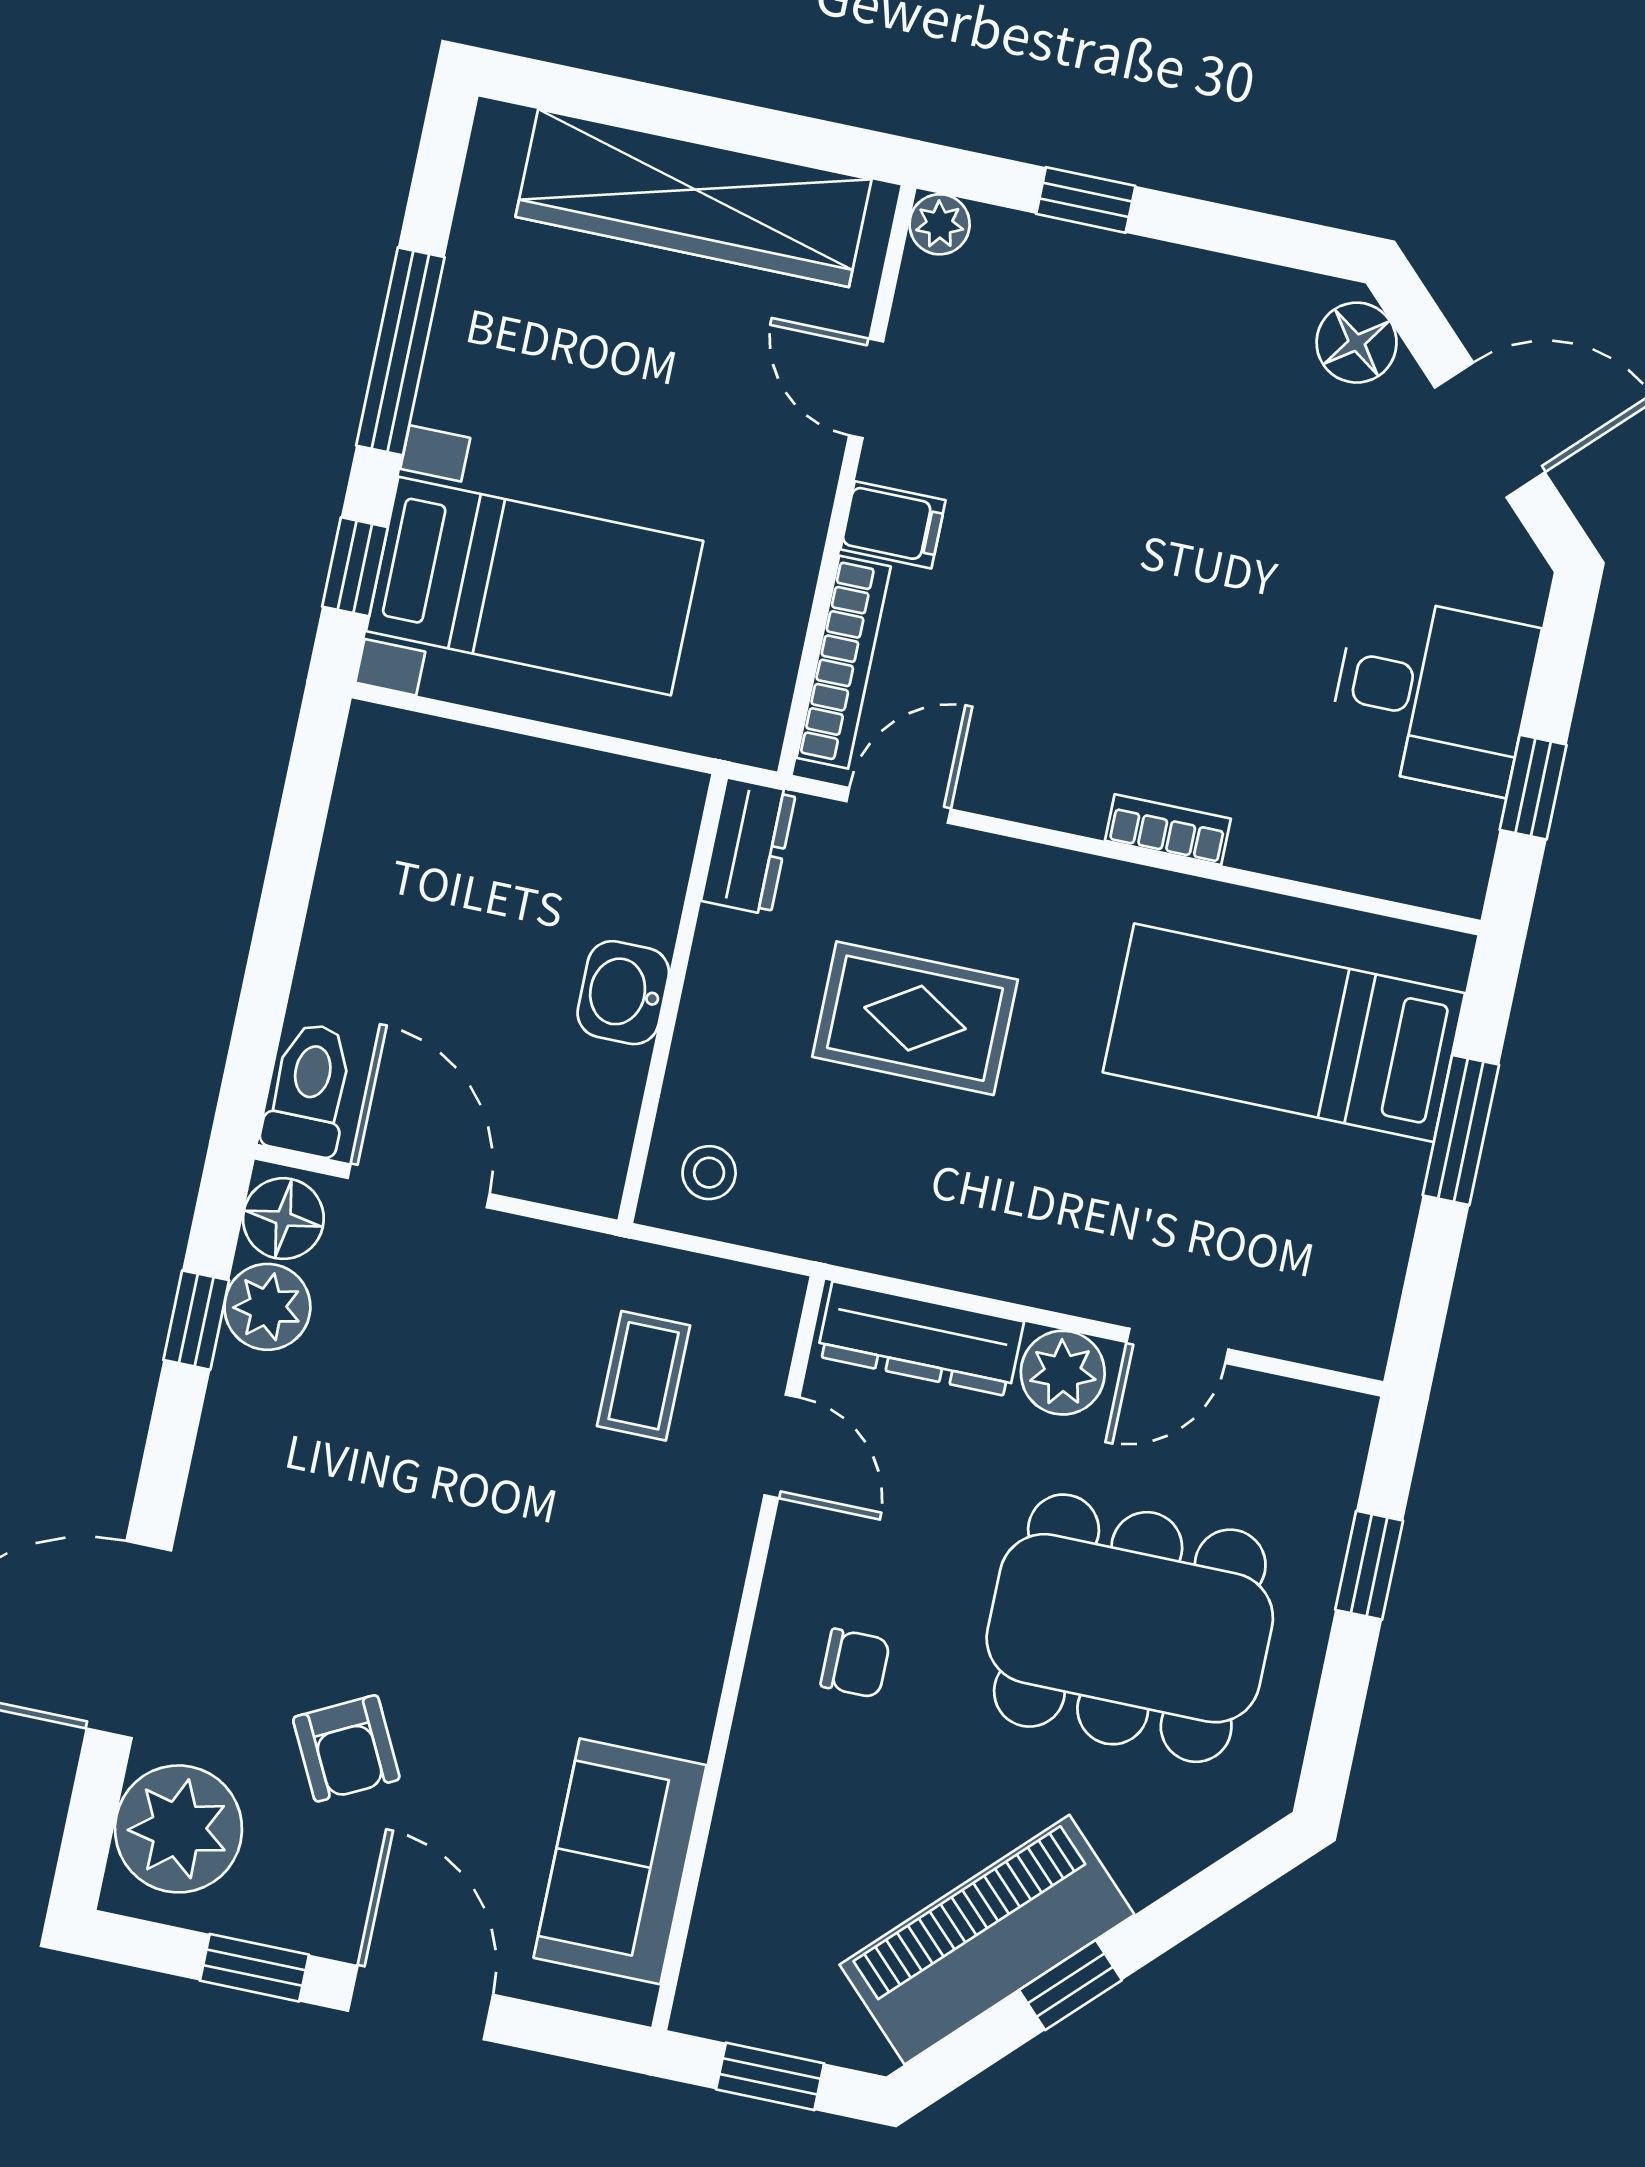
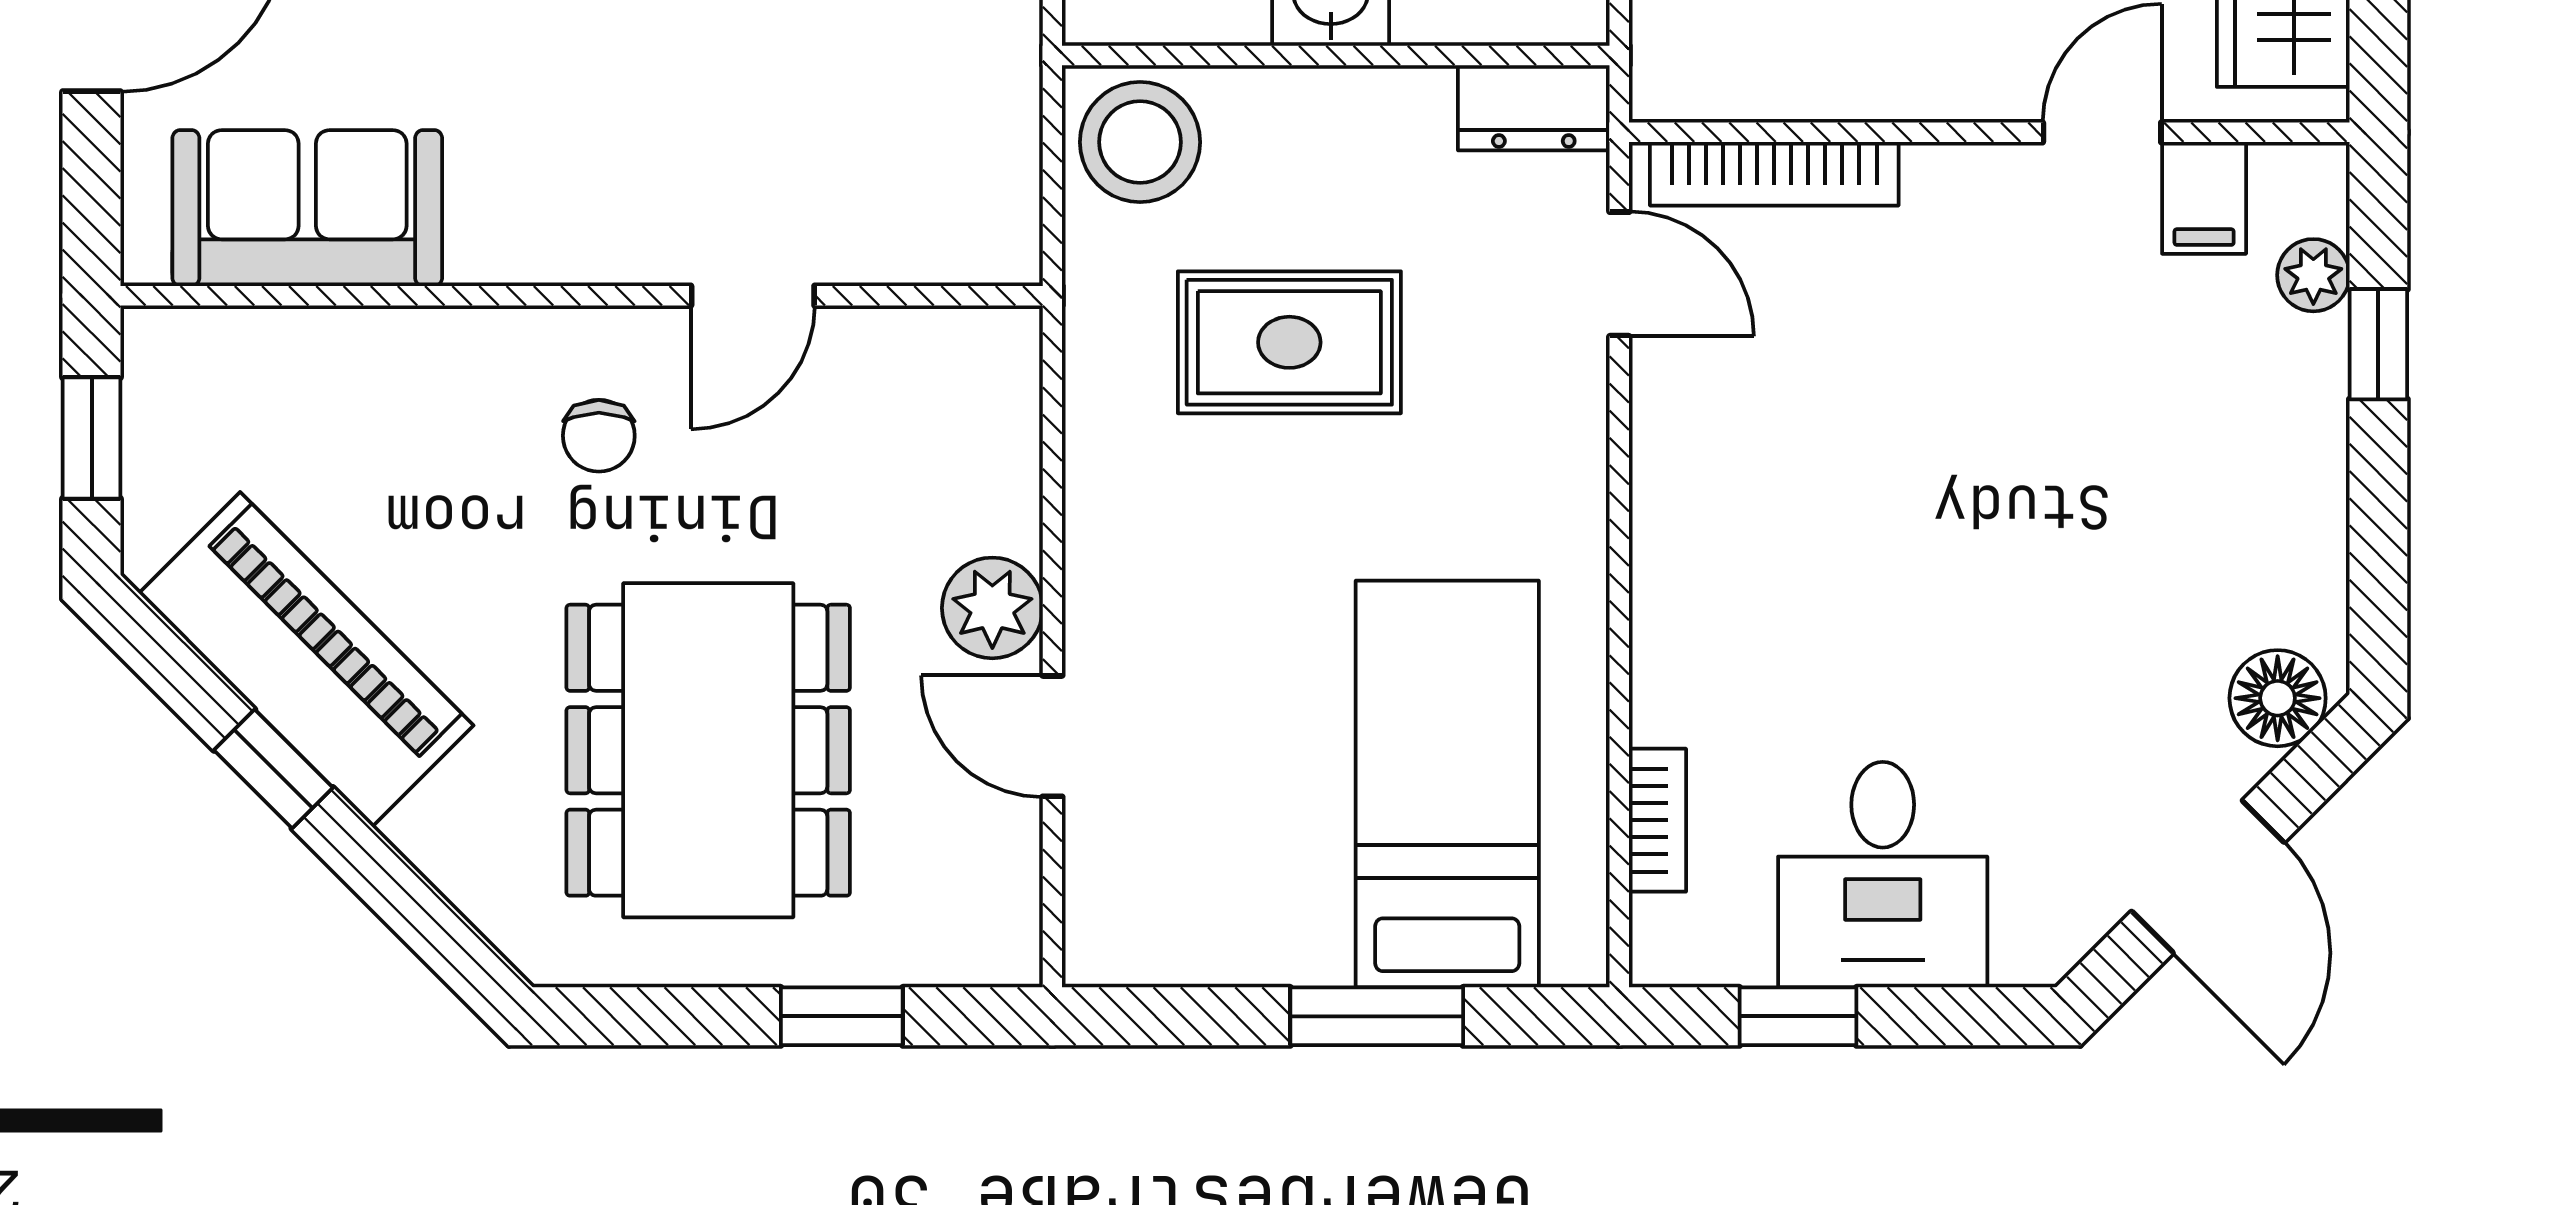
plant: (940, 224) -> (2313, 275), moved
filing cabinet: (893, 525) -> (2204, 198), moved
bookcase: (1168, 830) -> (1657, 820), moved
rug: (915, 1018) -> (1289, 342), moved, turned 90
stool: (709, 1173) -> (1140, 142), width x1.89, depth x1.89
dresser: (920, 1339) -> (997, 432), removed
coffee table: (644, 1376) -> (885, 115), removed
door: (782, 1446) -> (753, 296), moved

